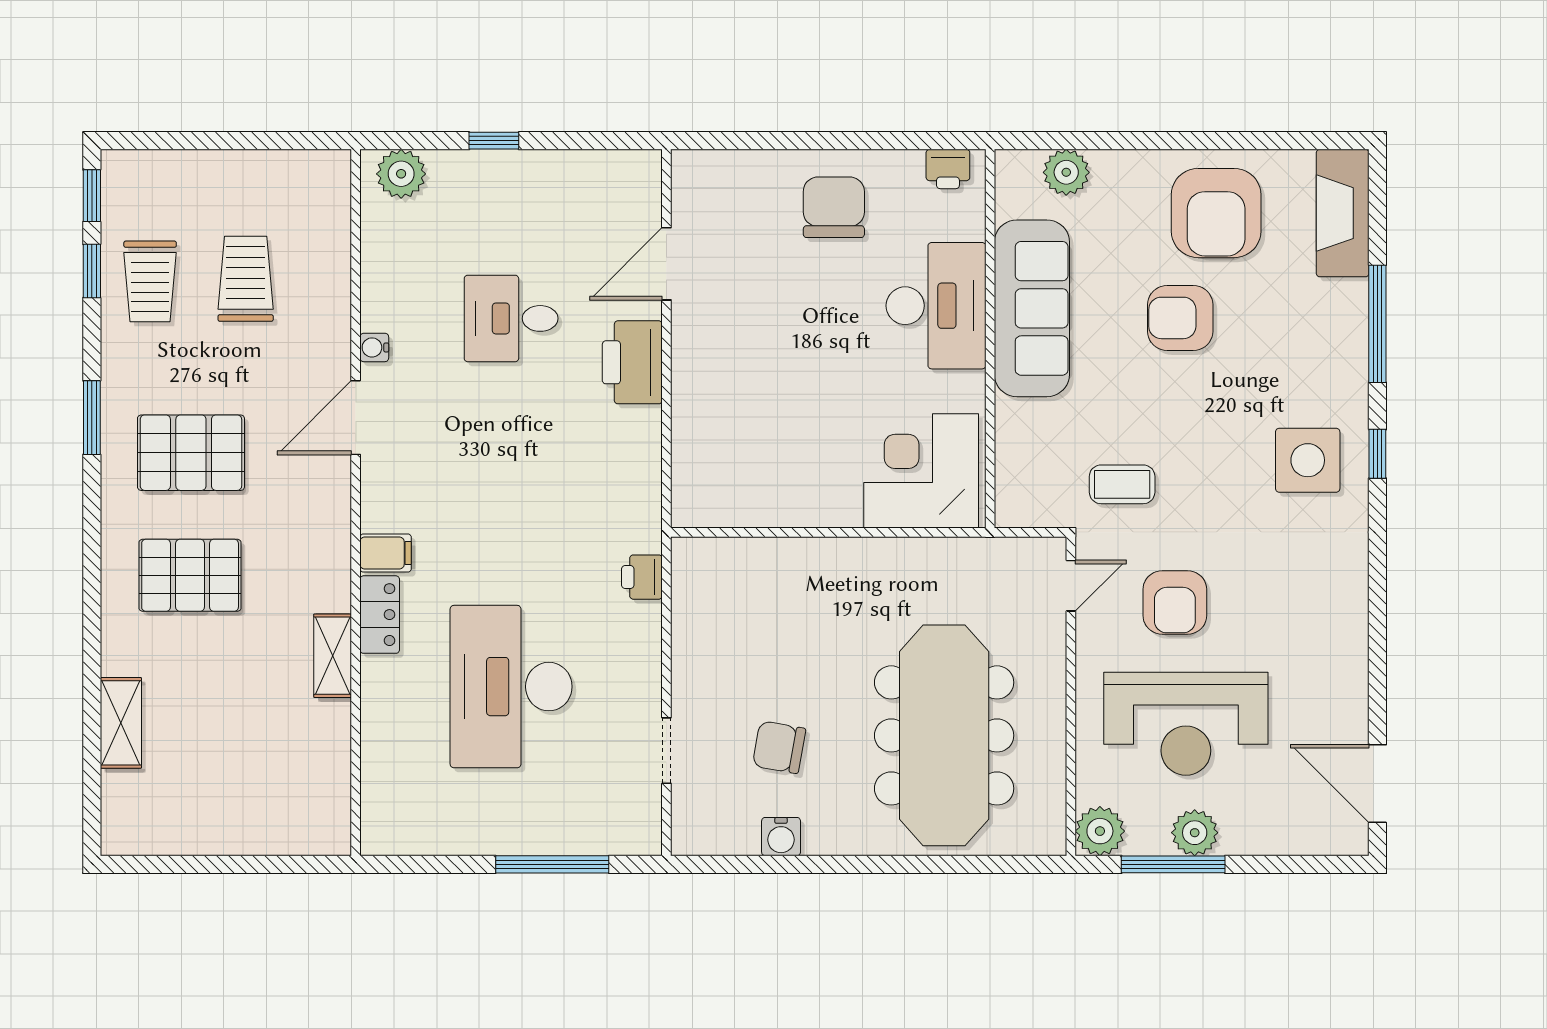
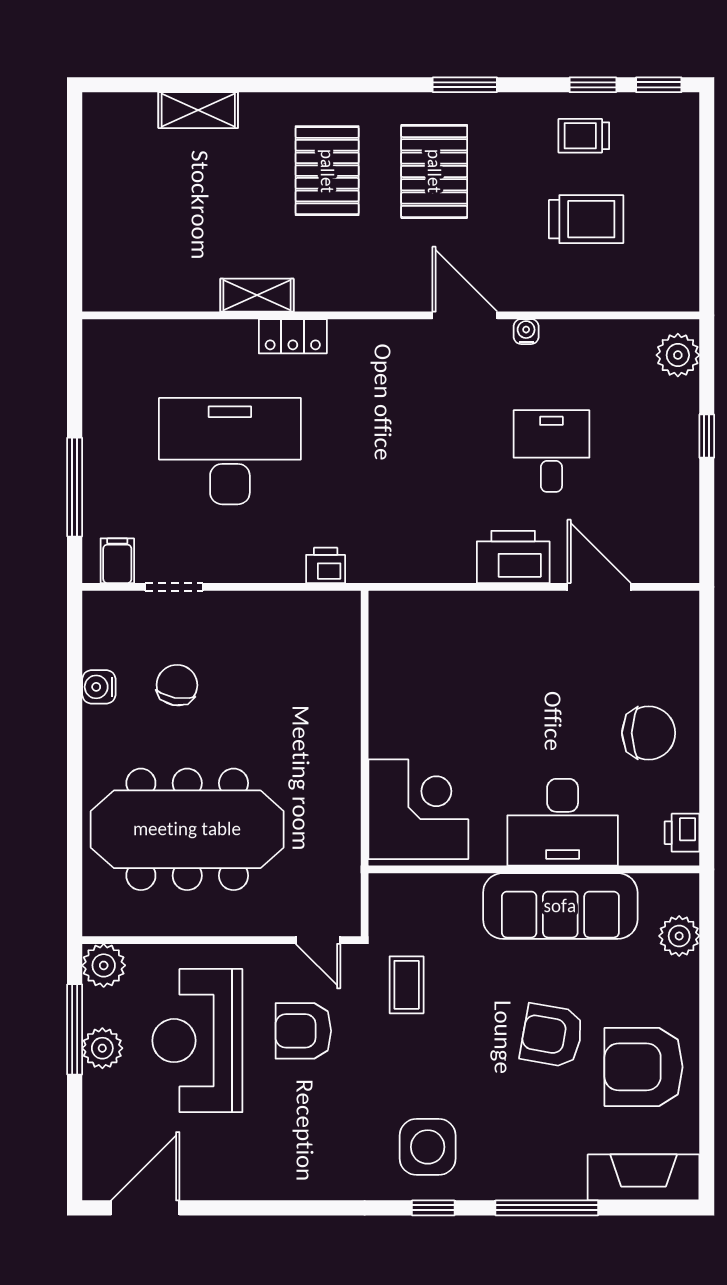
trolley: (150, 281) -> (584, 136), width x0.73, depth x0.72
armchair: (1180, 318) -> (552, 1036), turned -80
filing cabinet: (386, 553) -> (117, 561), moved, turned 180

